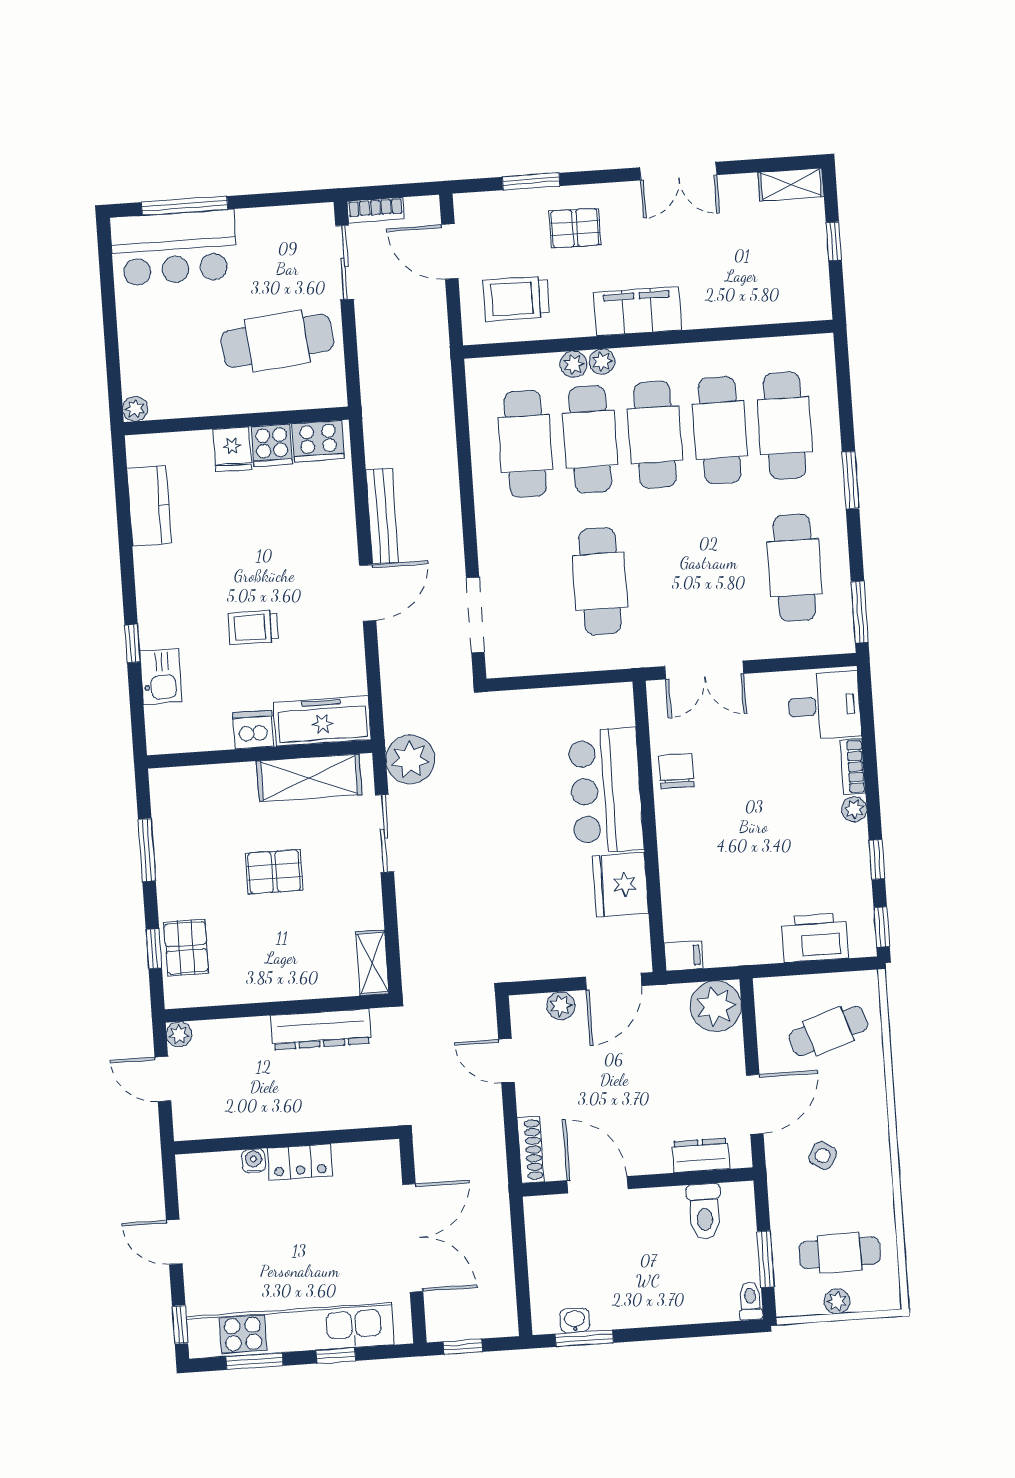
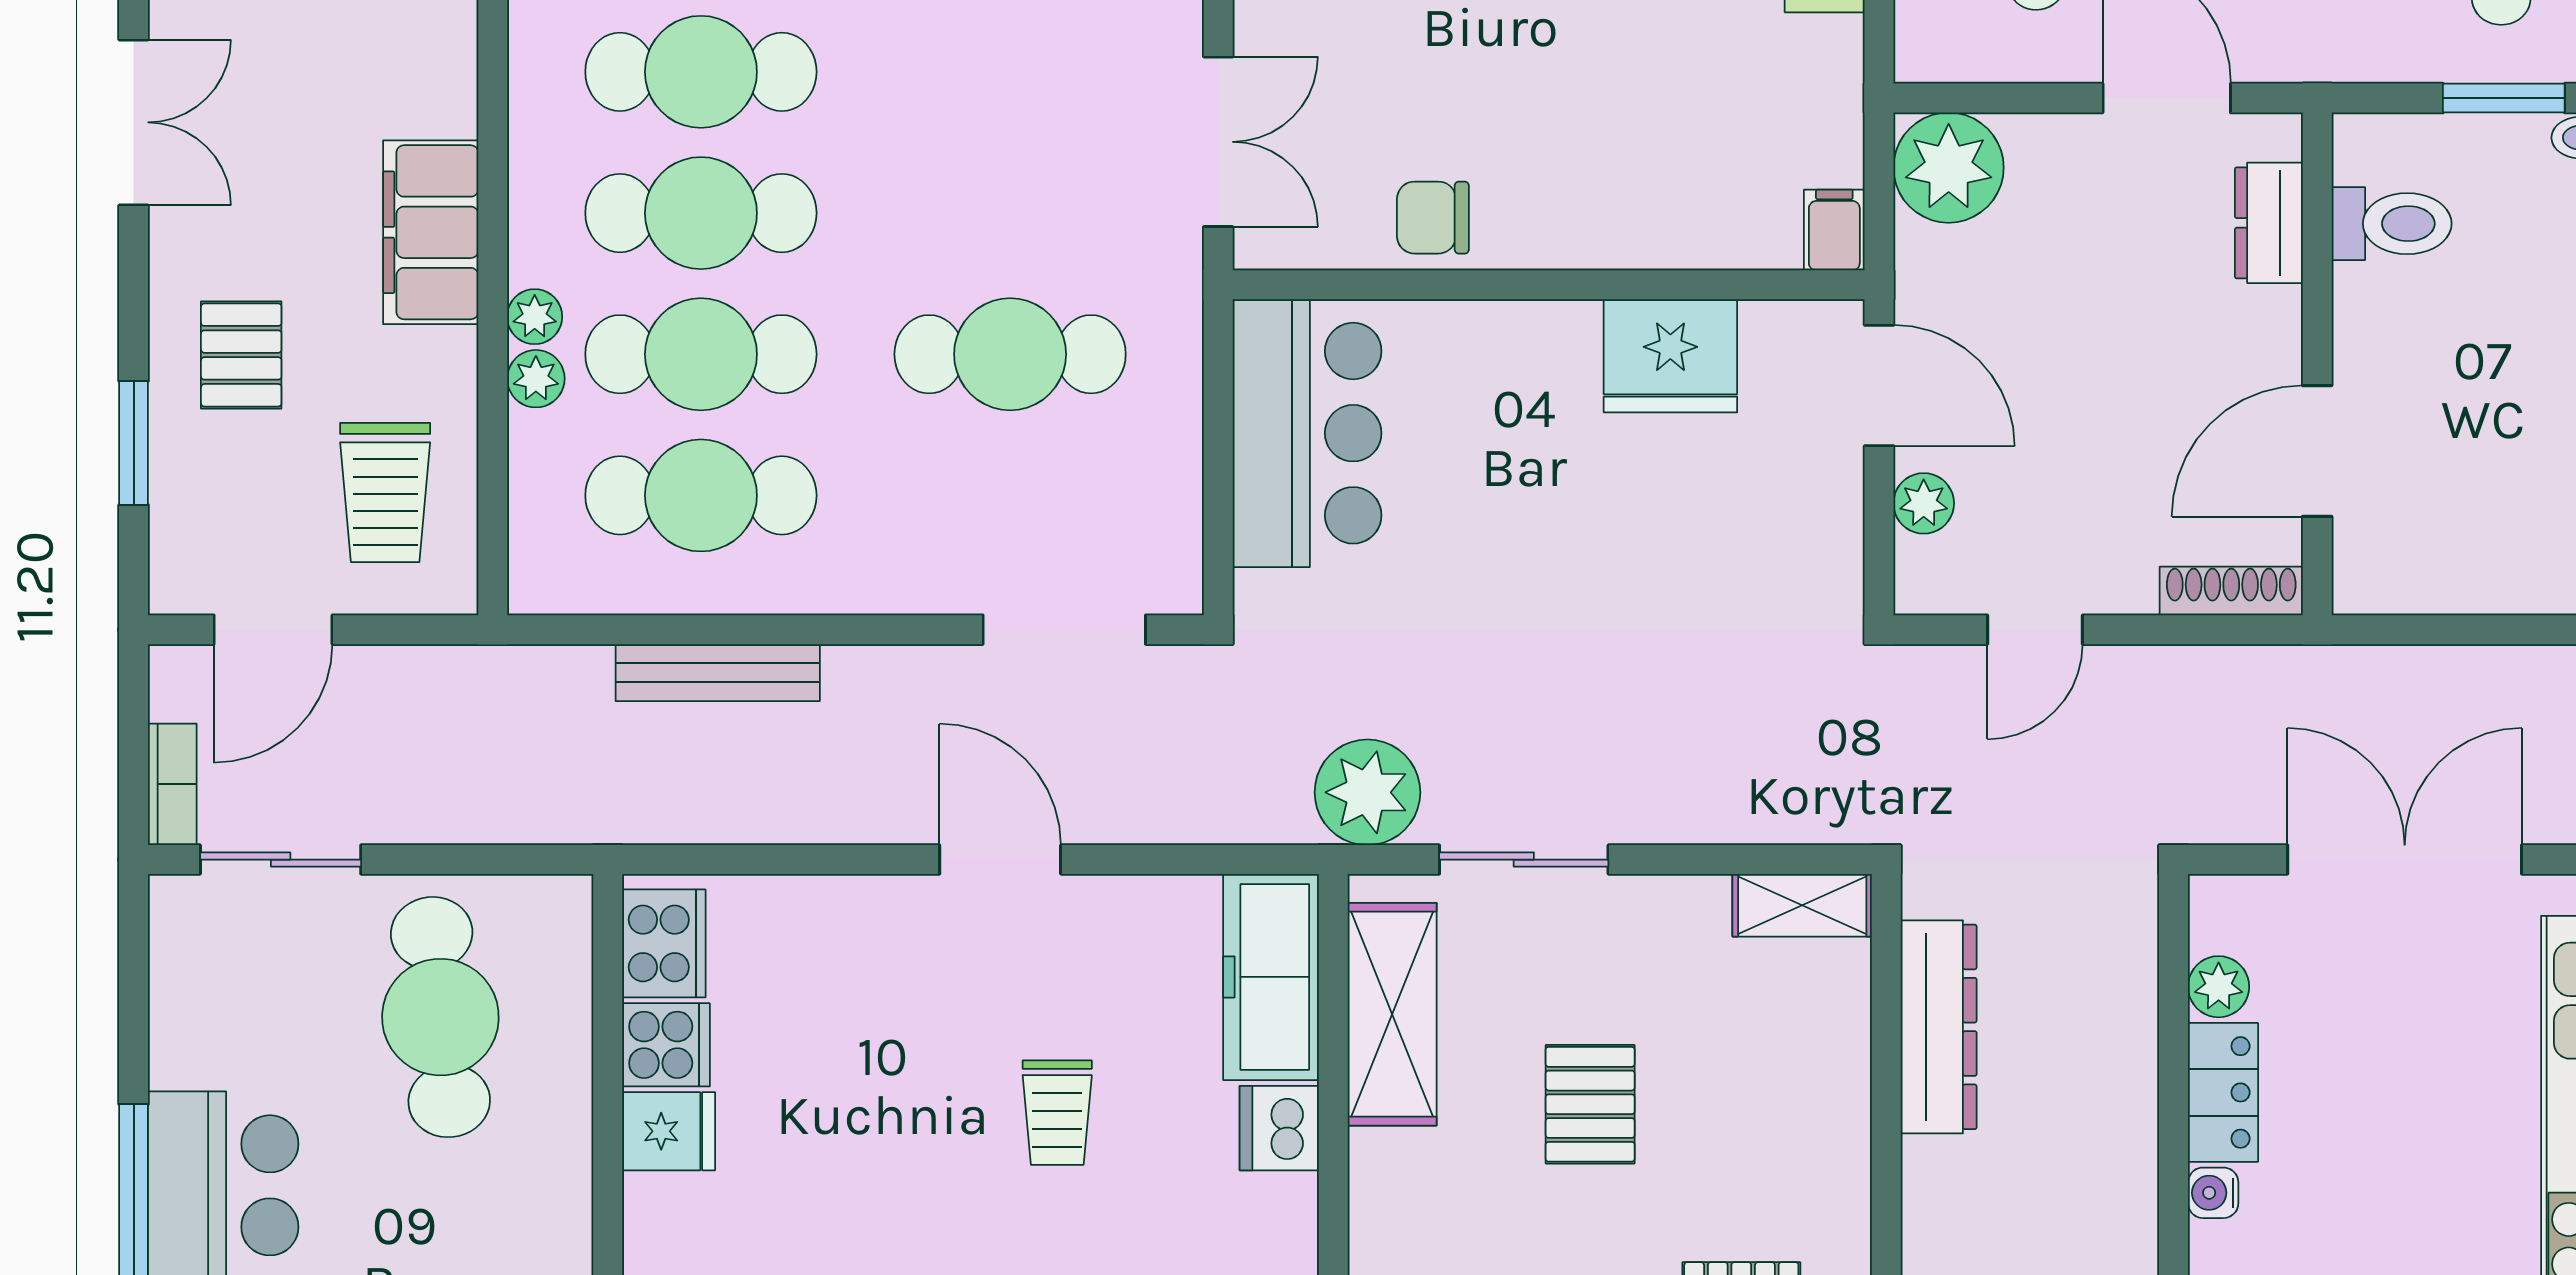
bench: (382, 516) -> (718, 673), moved
bar counter: (606, 790) -> (1307, 433), moved, turned -90
plant: (348, 1157) -> (2219, 987), added

